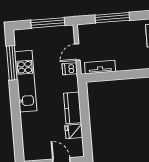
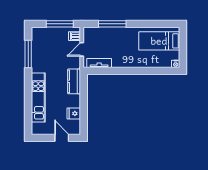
dishwasher: (70, 69) -> (75, 36), moved
kitchen unit: (26, 81) -> (38, 98), moved
kitchen counter: (72, 108) -> (74, 81), moved

